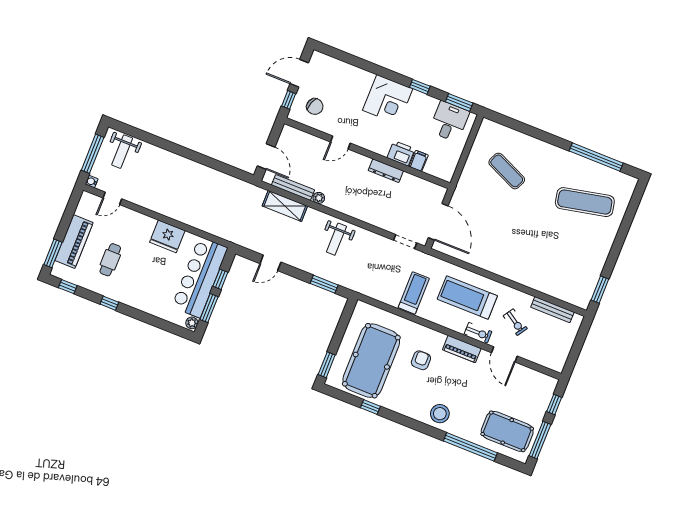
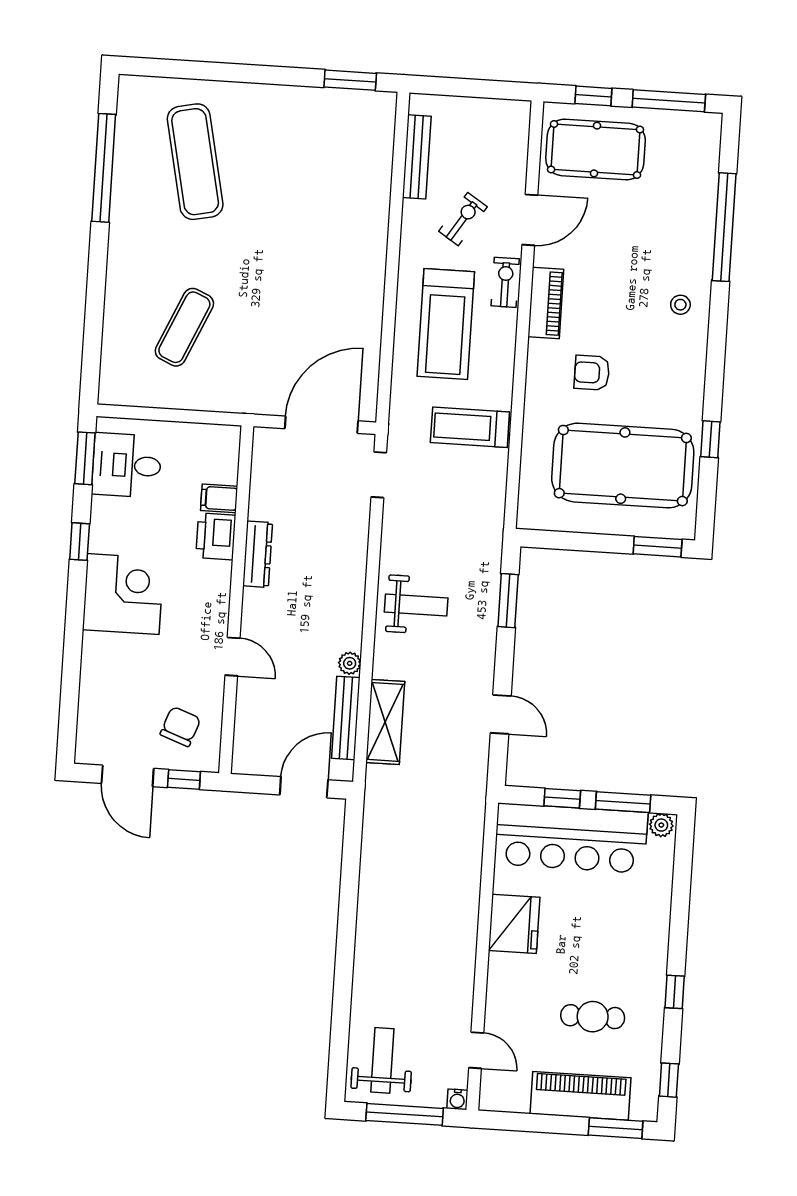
weight bench: (122, 152) -> (382, 1060), turned -90
stool: (440, 414) -> (680, 305), width x0.53, depth x0.53
pool table: (507, 431) -> (596, 150), moved, turned 90

